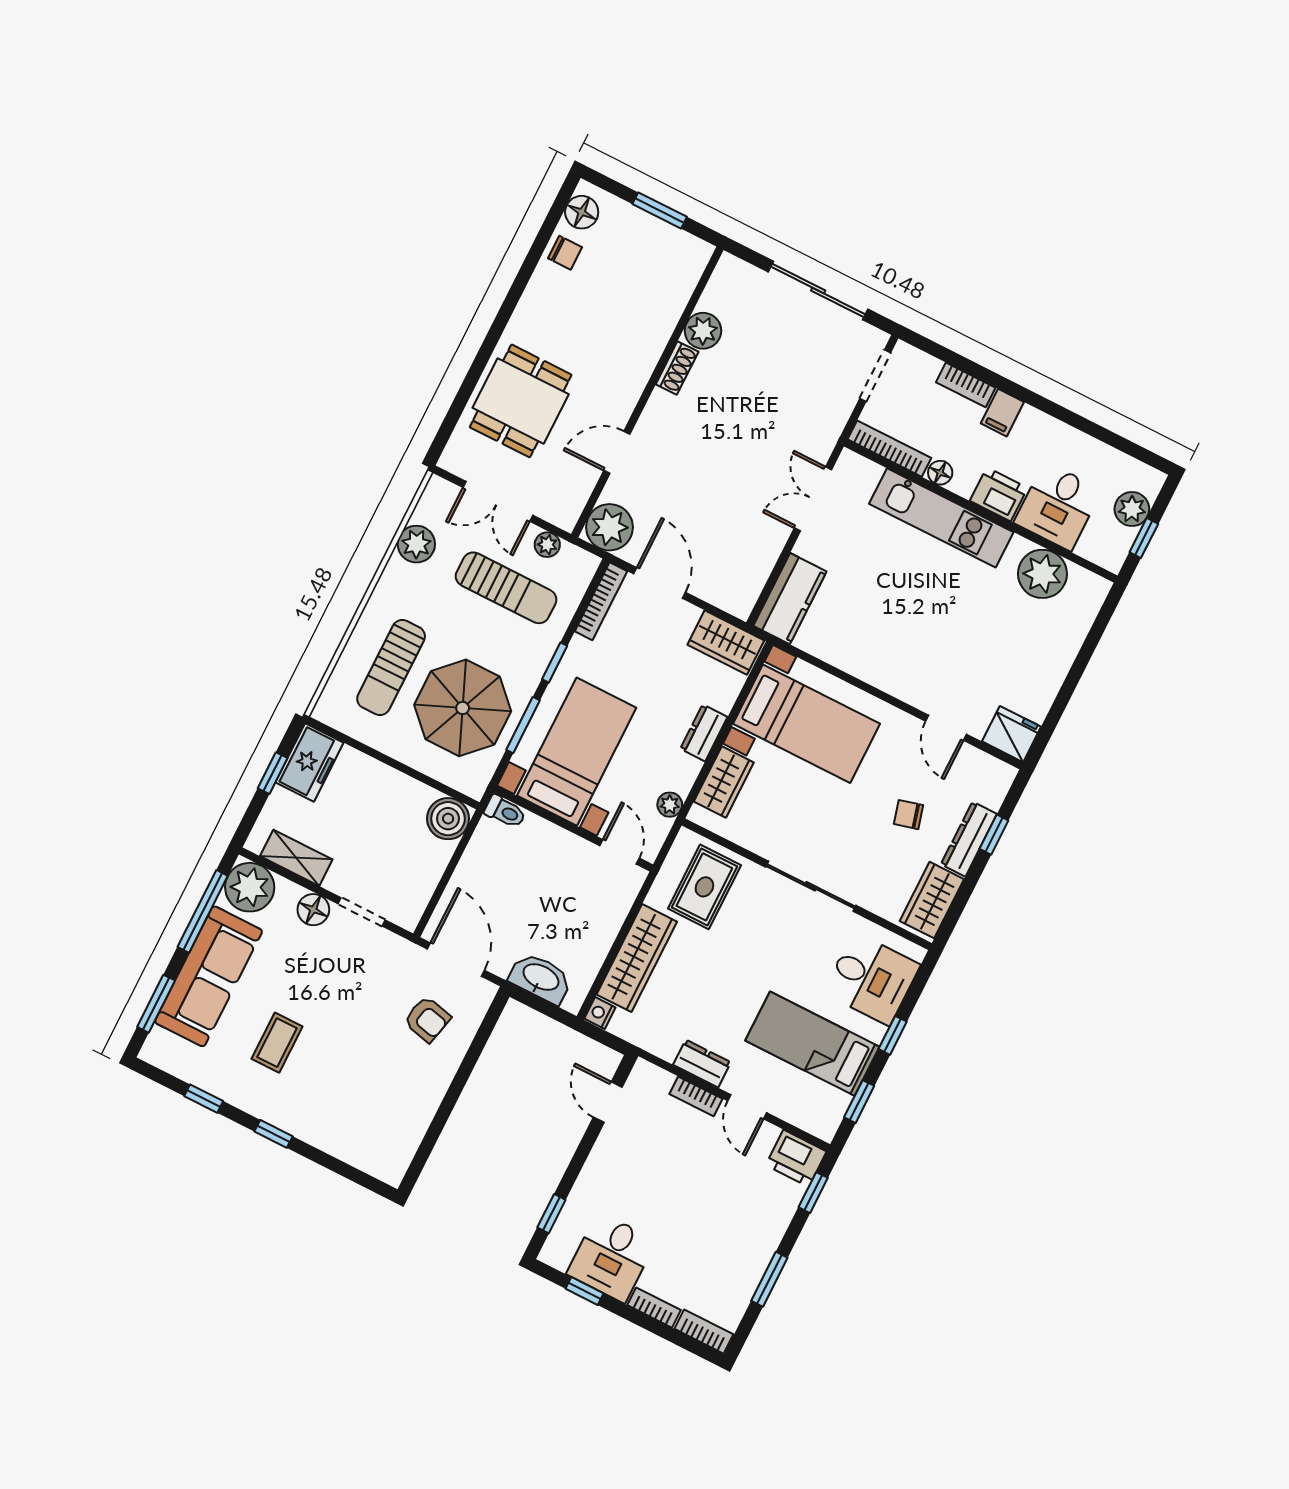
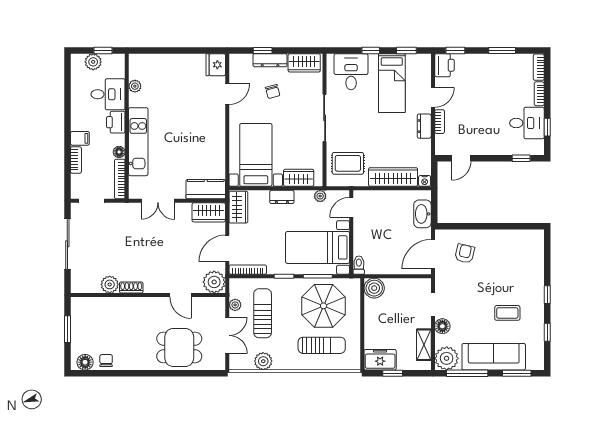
plant: (1042, 574) -> (135, 86), width x0.53, depth x0.53
wardrobe: (744, 582) -> (209, 212), added

